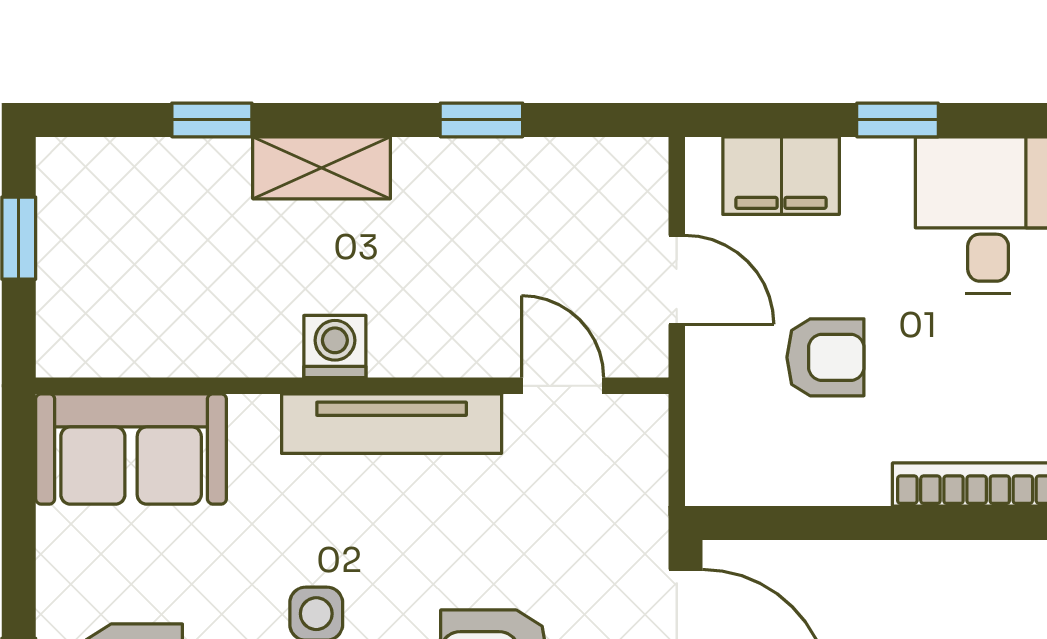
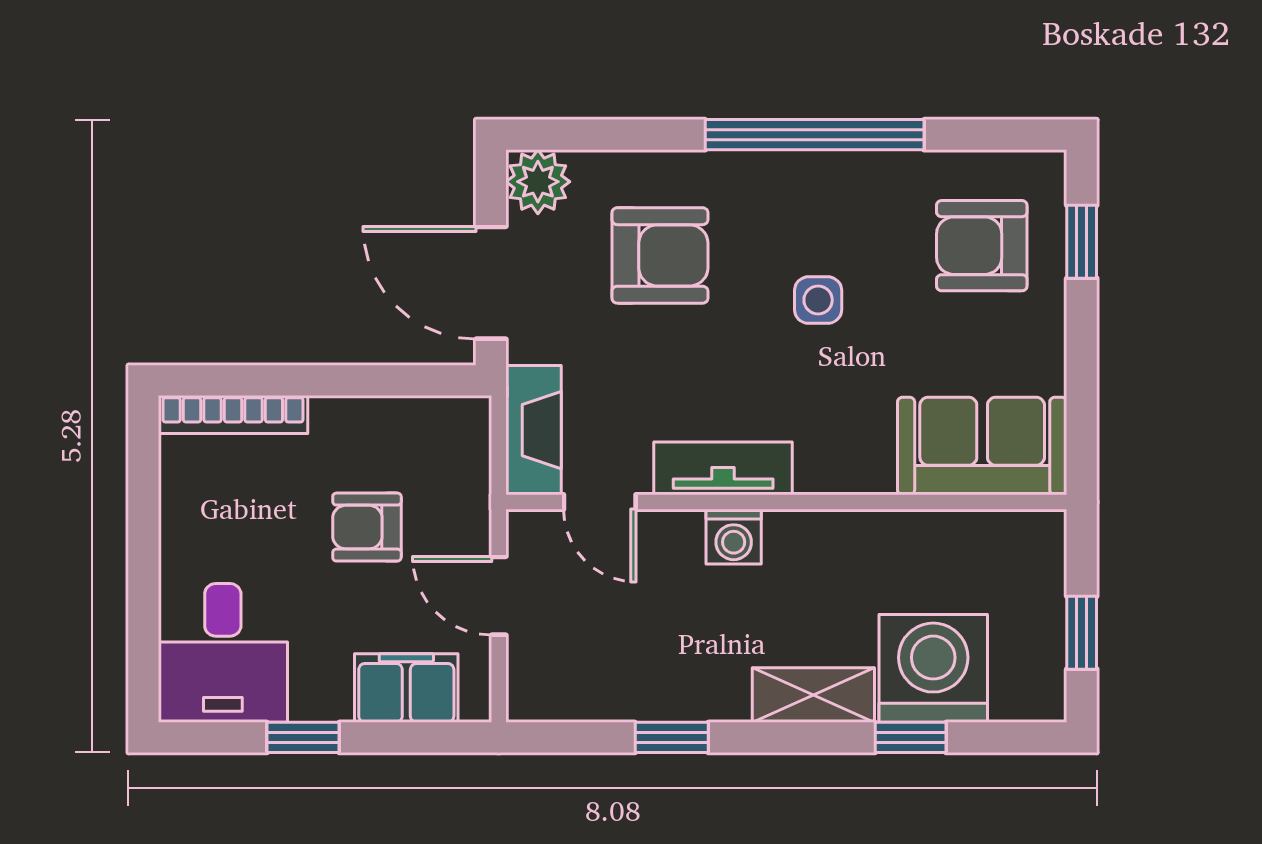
washing machine: (186, 198) -> (933, 668), added
washing machine: (335, 347) -> (734, 537), moved
tv unit: (392, 424) -> (723, 468), width x0.71
fireplace: (637, 467) -> (534, 430), added

